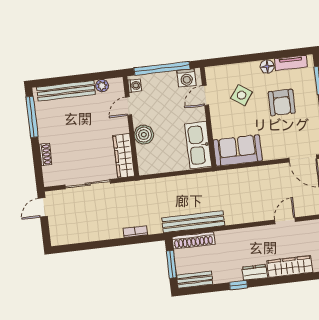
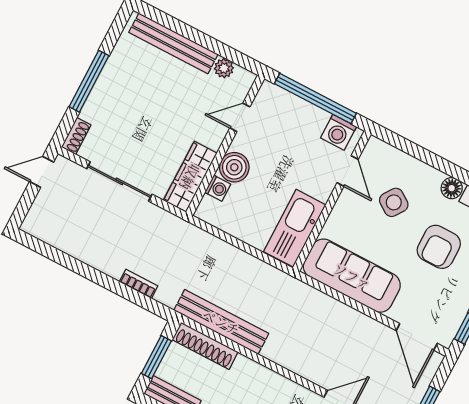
washing machine: (135, 86) -> (218, 188), moved
door: (205, 95) -> (348, 171), swing flipped
window: (32, 117) -> (89, 81), moved
sofa: (238, 150) -> (352, 276), width x1.36
shoe rack: (46, 155) -> (76, 136), moved

